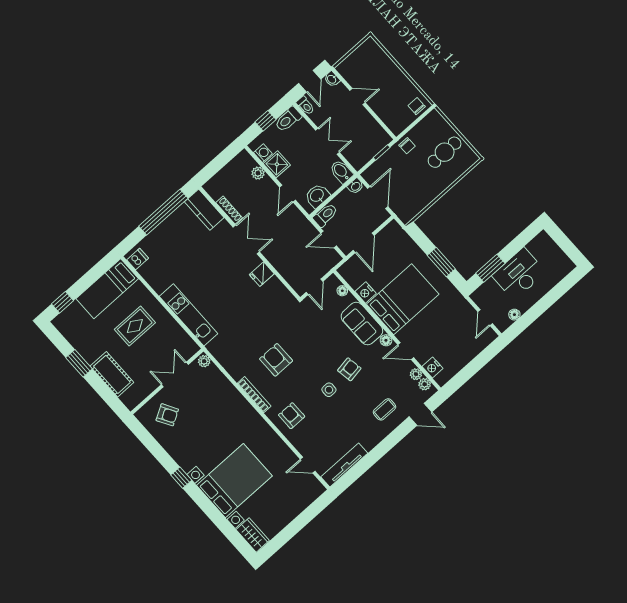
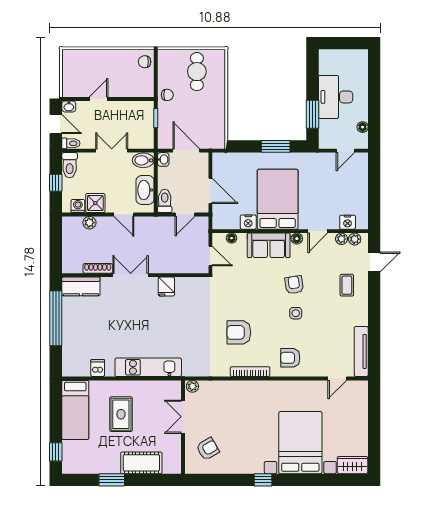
washbasin: (317, 196) -> (145, 190), width x1.38
dishwasher: (138, 259) -> (98, 368), moved
door: (485, 318) -> (345, 151), hinge flipped

